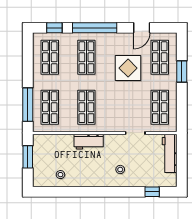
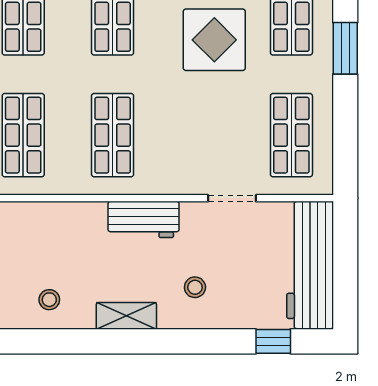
workbench: (89, 142) -> (144, 219), moved
workbench: (170, 153) -> (310, 265), width x1.36, depth x1.32
shelving: (92, 181) -> (126, 316), added

